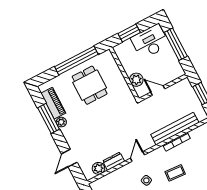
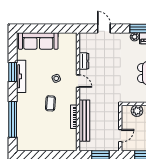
door: (158, 90) -> (120, 136), moved
plant: (98, 168) -> (84, 47), removed

